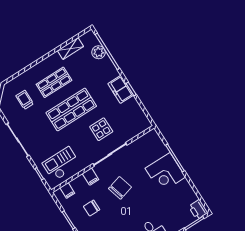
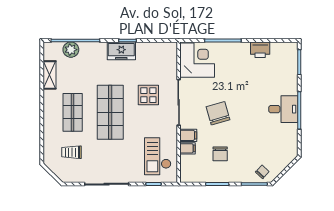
corner desk: (165, 173) -> (197, 60), moved, turned -90
filing cabinet: (67, 190) -> (188, 148), moved
printer: (198, 210) -> (260, 50), moved

